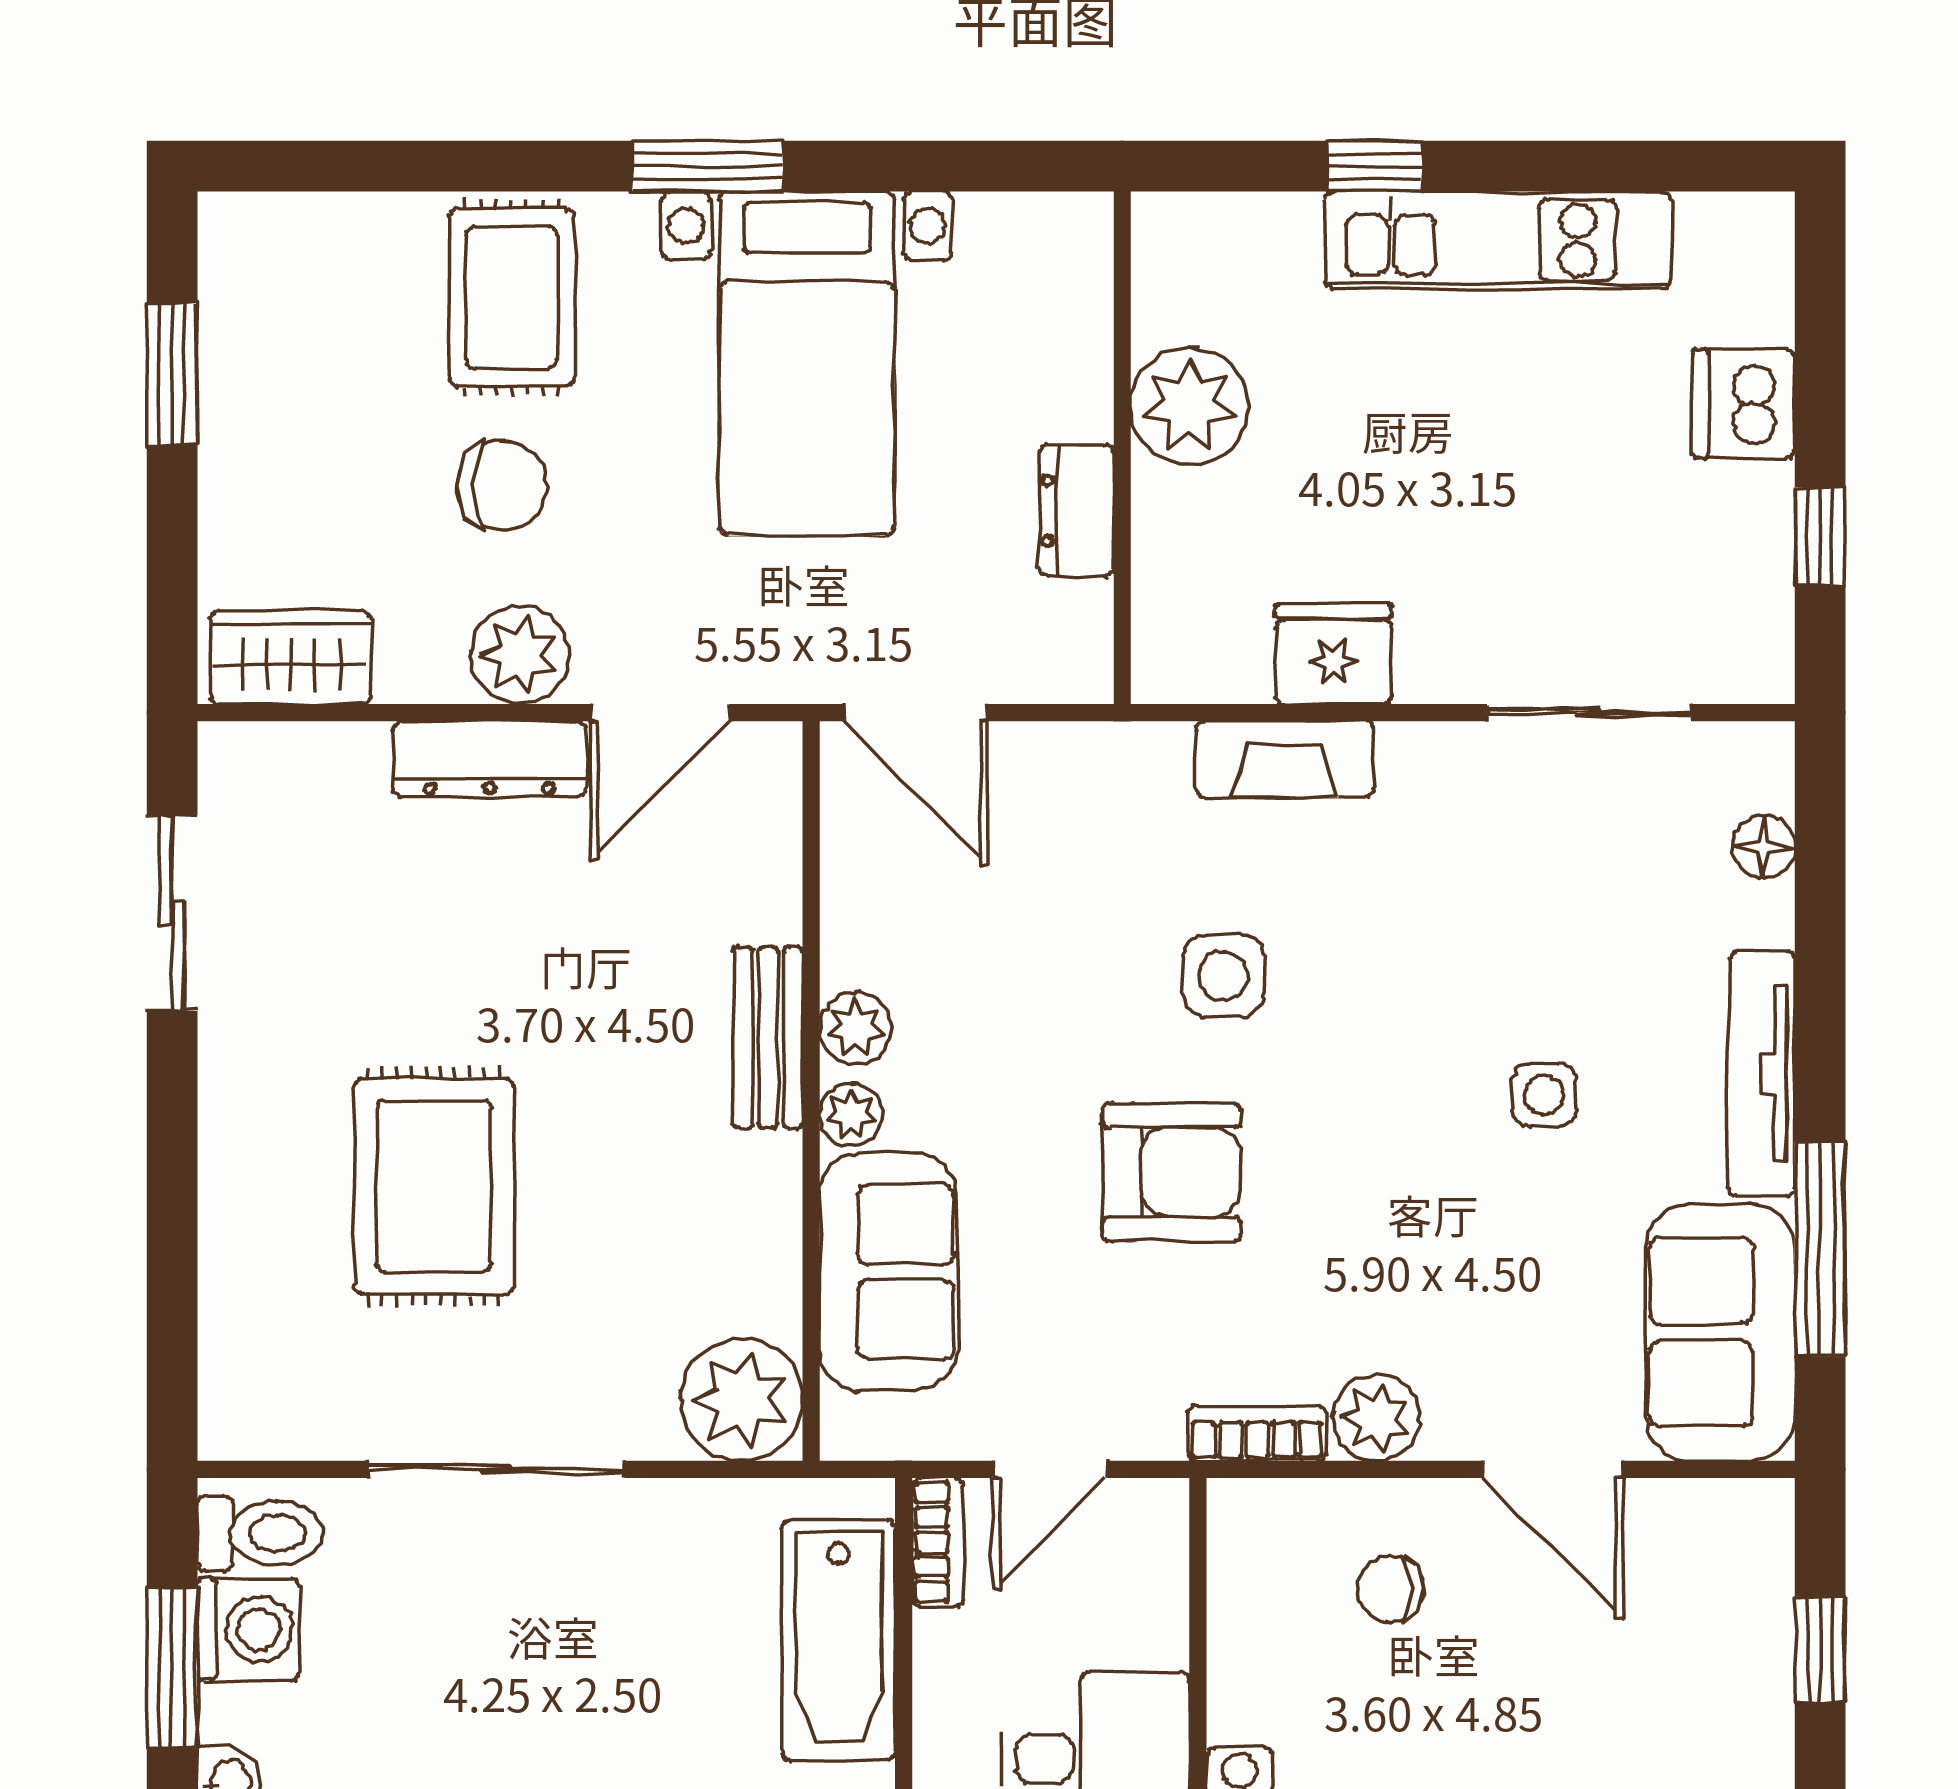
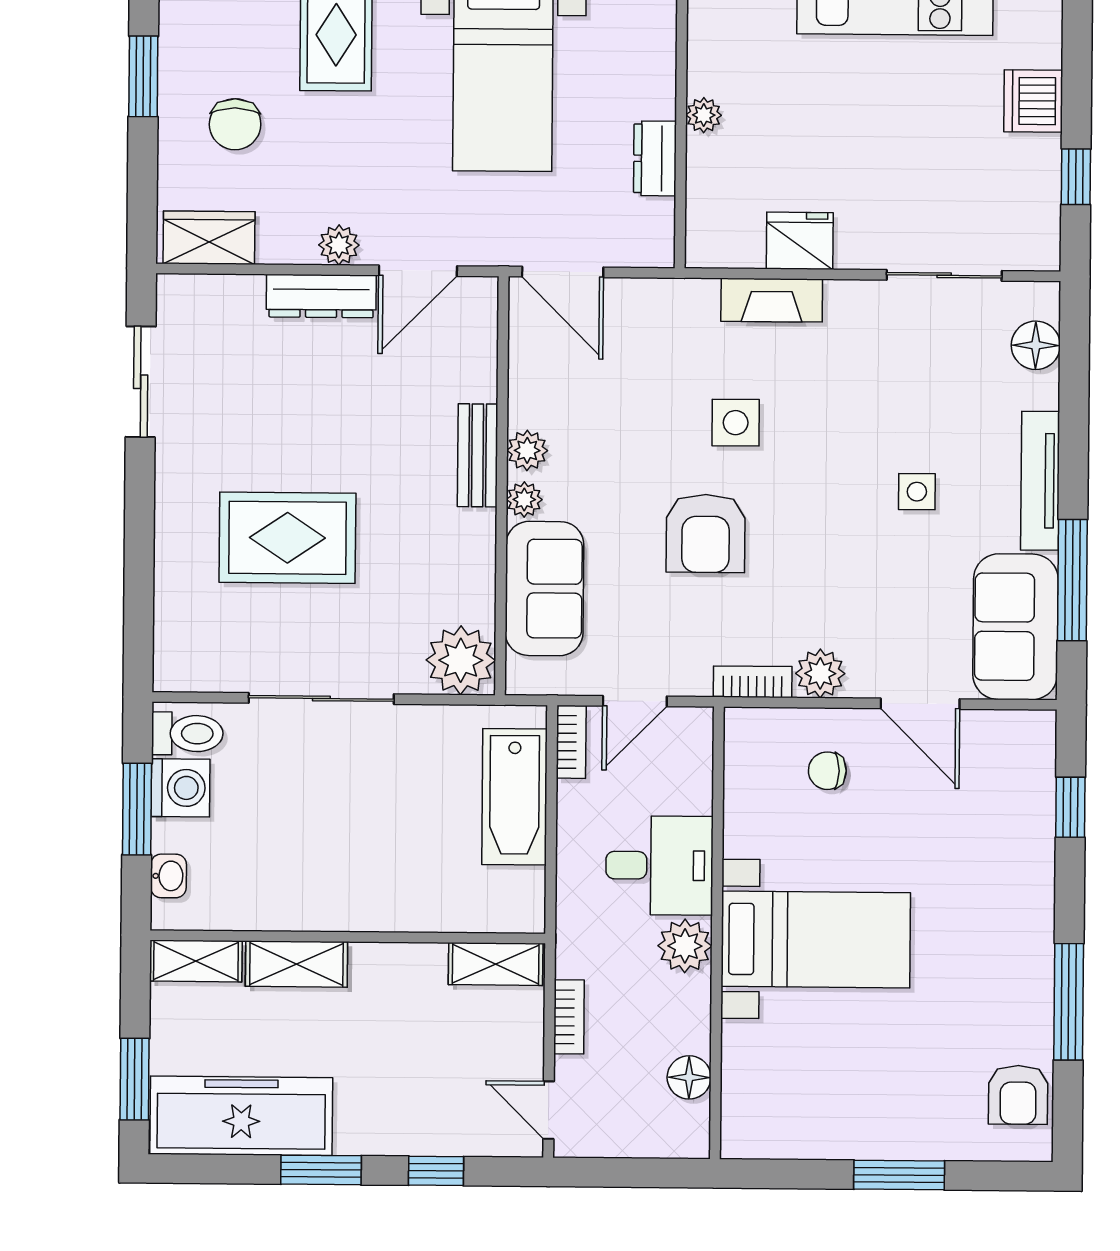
plant: (1190, 406) -> (704, 115), width x0.53, depth x0.53
chair: (502, 486) -> (235, 124), moved, turned 90
plant: (520, 655) -> (339, 245), width x0.73, depth x0.73
floor lamp: (1763, 847) -> (1036, 345), width x1.37, depth x1.37
armchair: (1172, 1172) -> (706, 533), turned 90
rug: (434, 1186) -> (287, 538), turned 90

